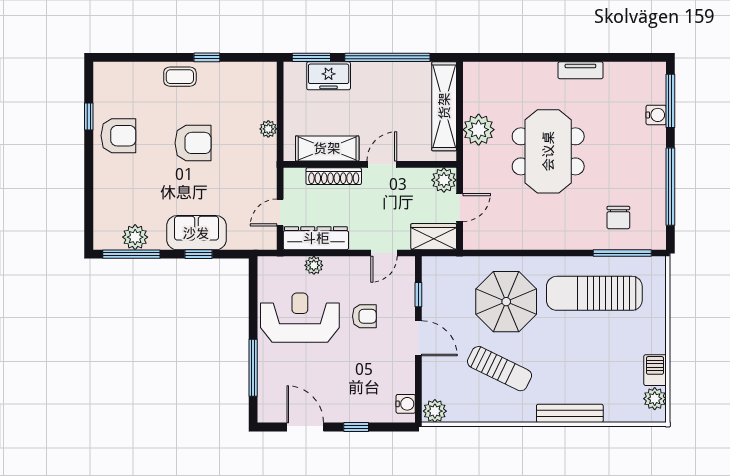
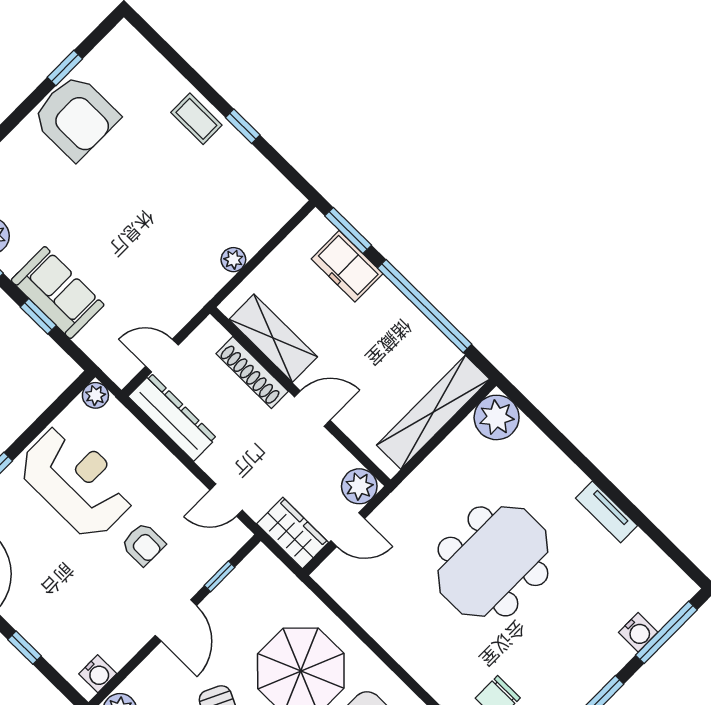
plant: (479, 130) -> (497, 417), moved
armchair: (118, 136) -> (76, 117), width x1.36, depth x1.36
armchair: (193, 143) -> (143, 199), removed
plant: (314, 265) -> (95, 395), moved

